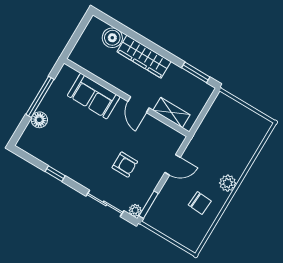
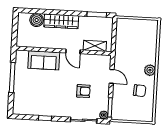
floor lamp: (39, 120) -> (19, 91), removed
door: (173, 165) -> (112, 76), hinge flipped

